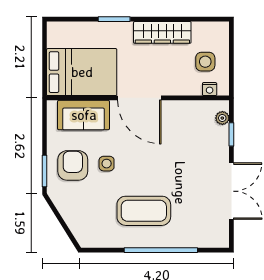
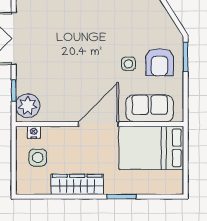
door: (139, 98) -> (98, 124), hinge flipped
plant: (222, 118) -> (28, 106), width x1.88, depth x1.88
coffee table: (144, 211) -> (94, 20), removed

